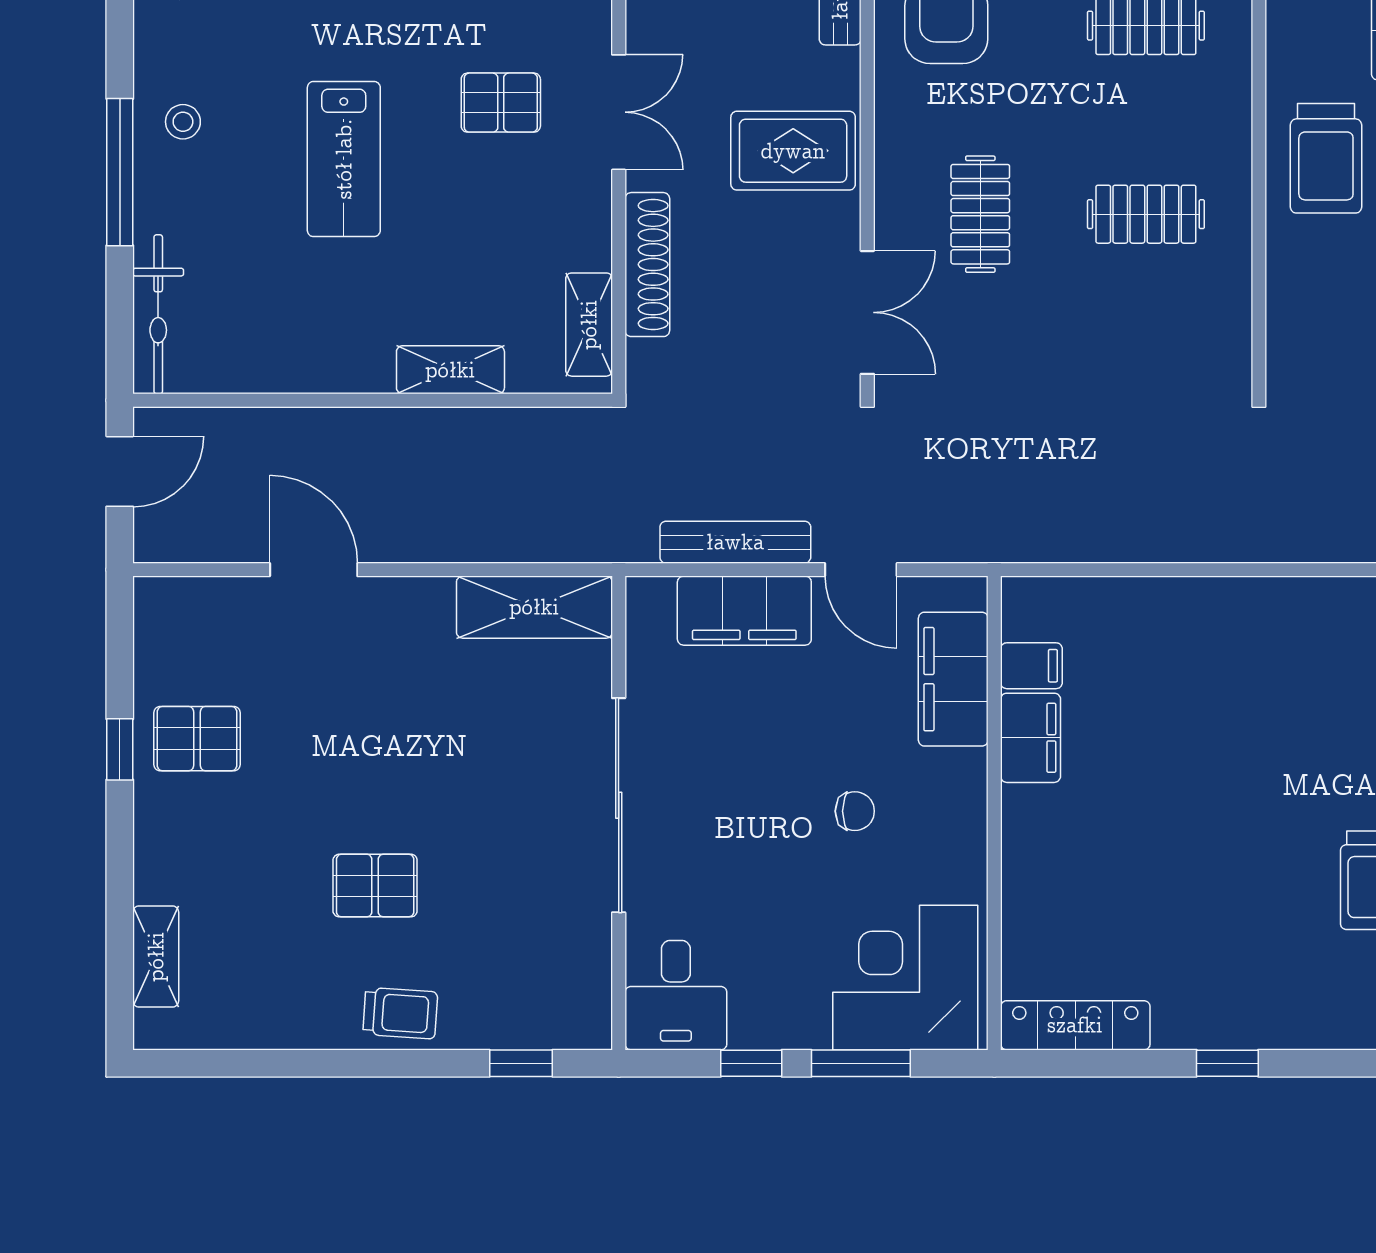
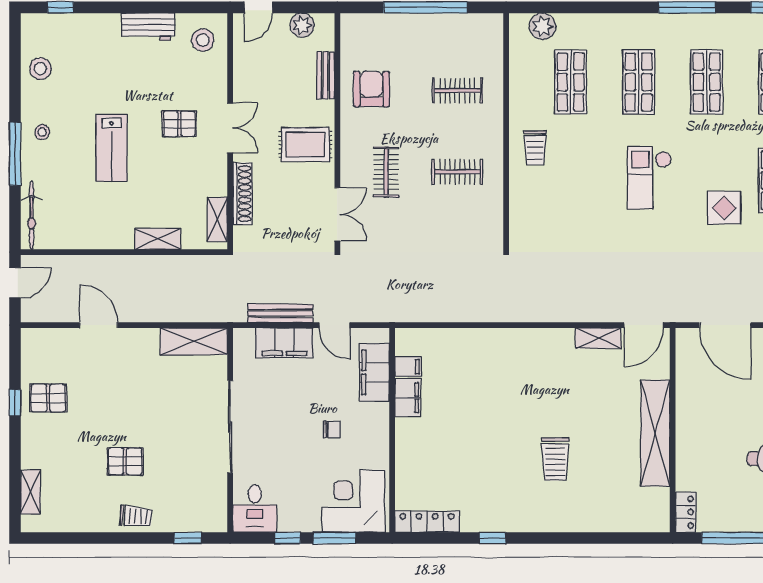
trolley: (1326, 158) -> (535, 148), width x0.73, depth x0.72

